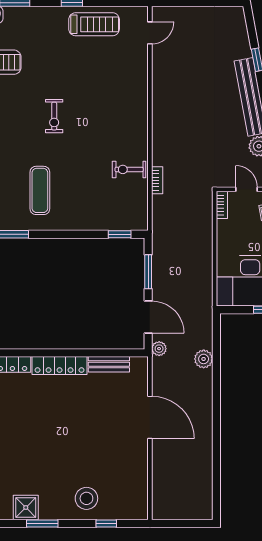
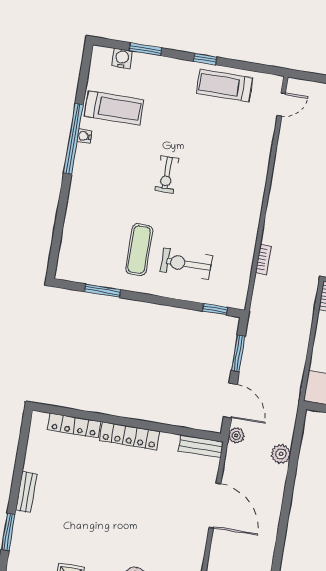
treadmill: (94, 24) -> (225, 86), turned 180
exercise bike: (129, 169) -> (186, 264), moved, width x1.38, depth x1.39
bench: (109, 364) -> (201, 446), moved

